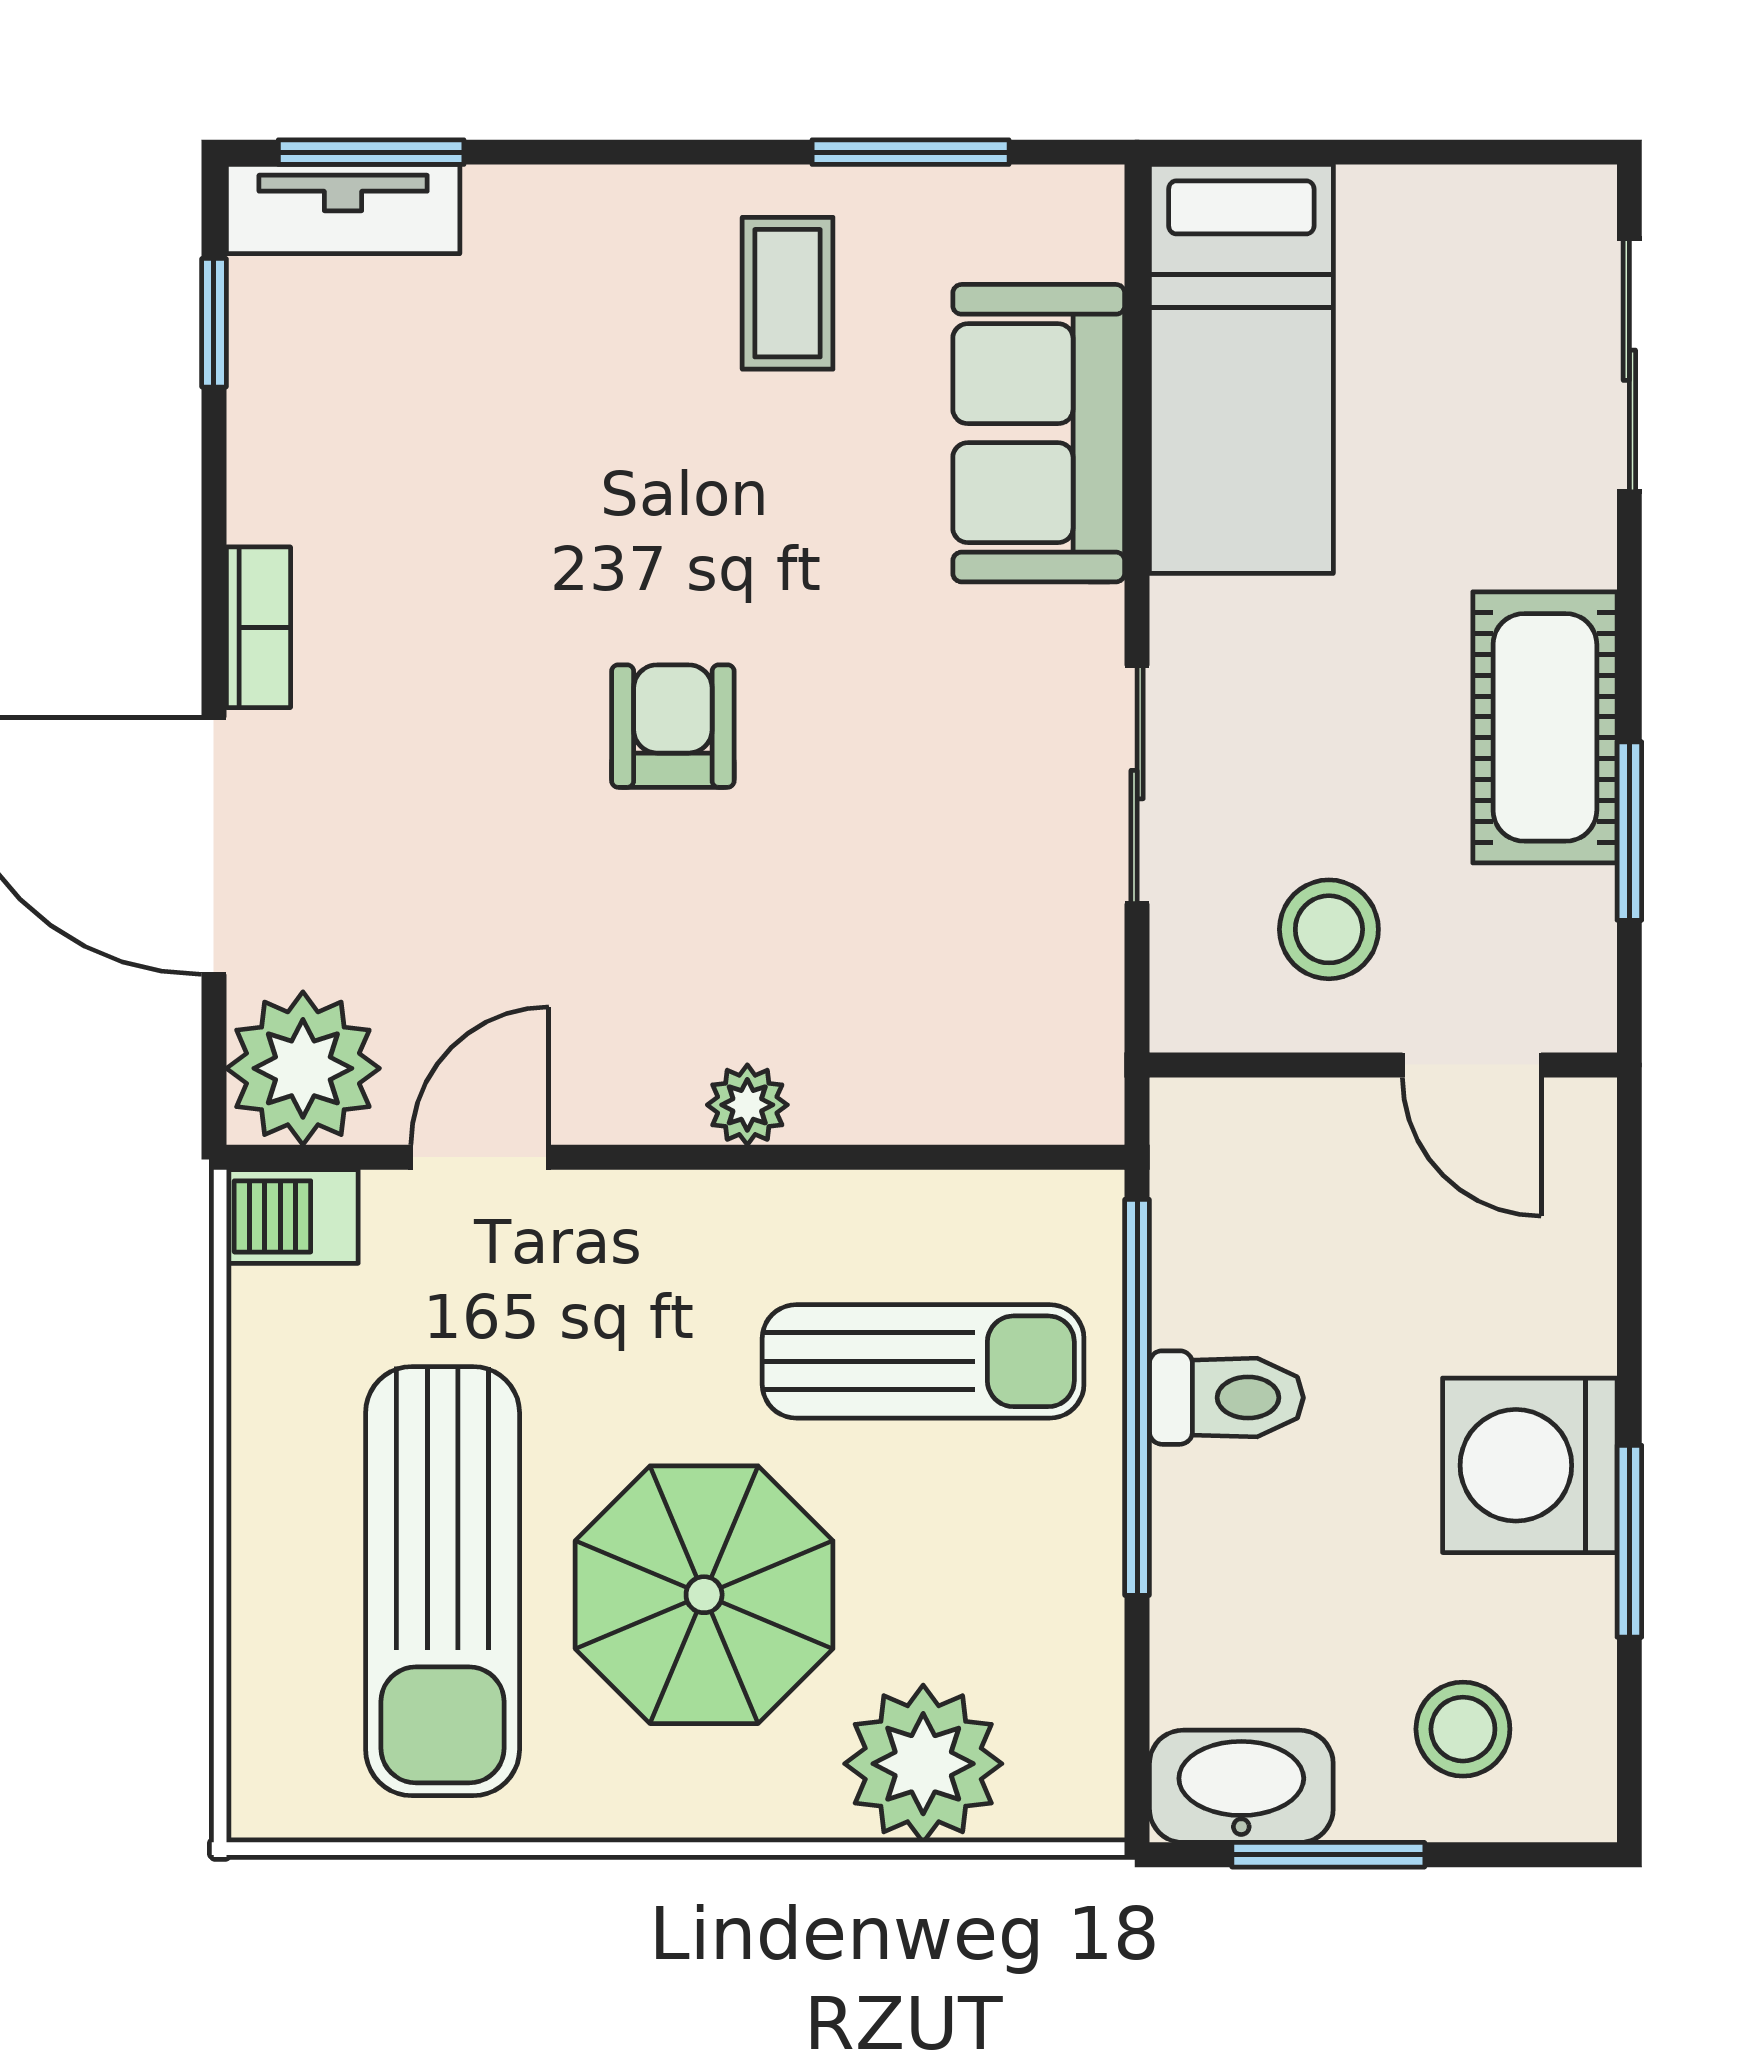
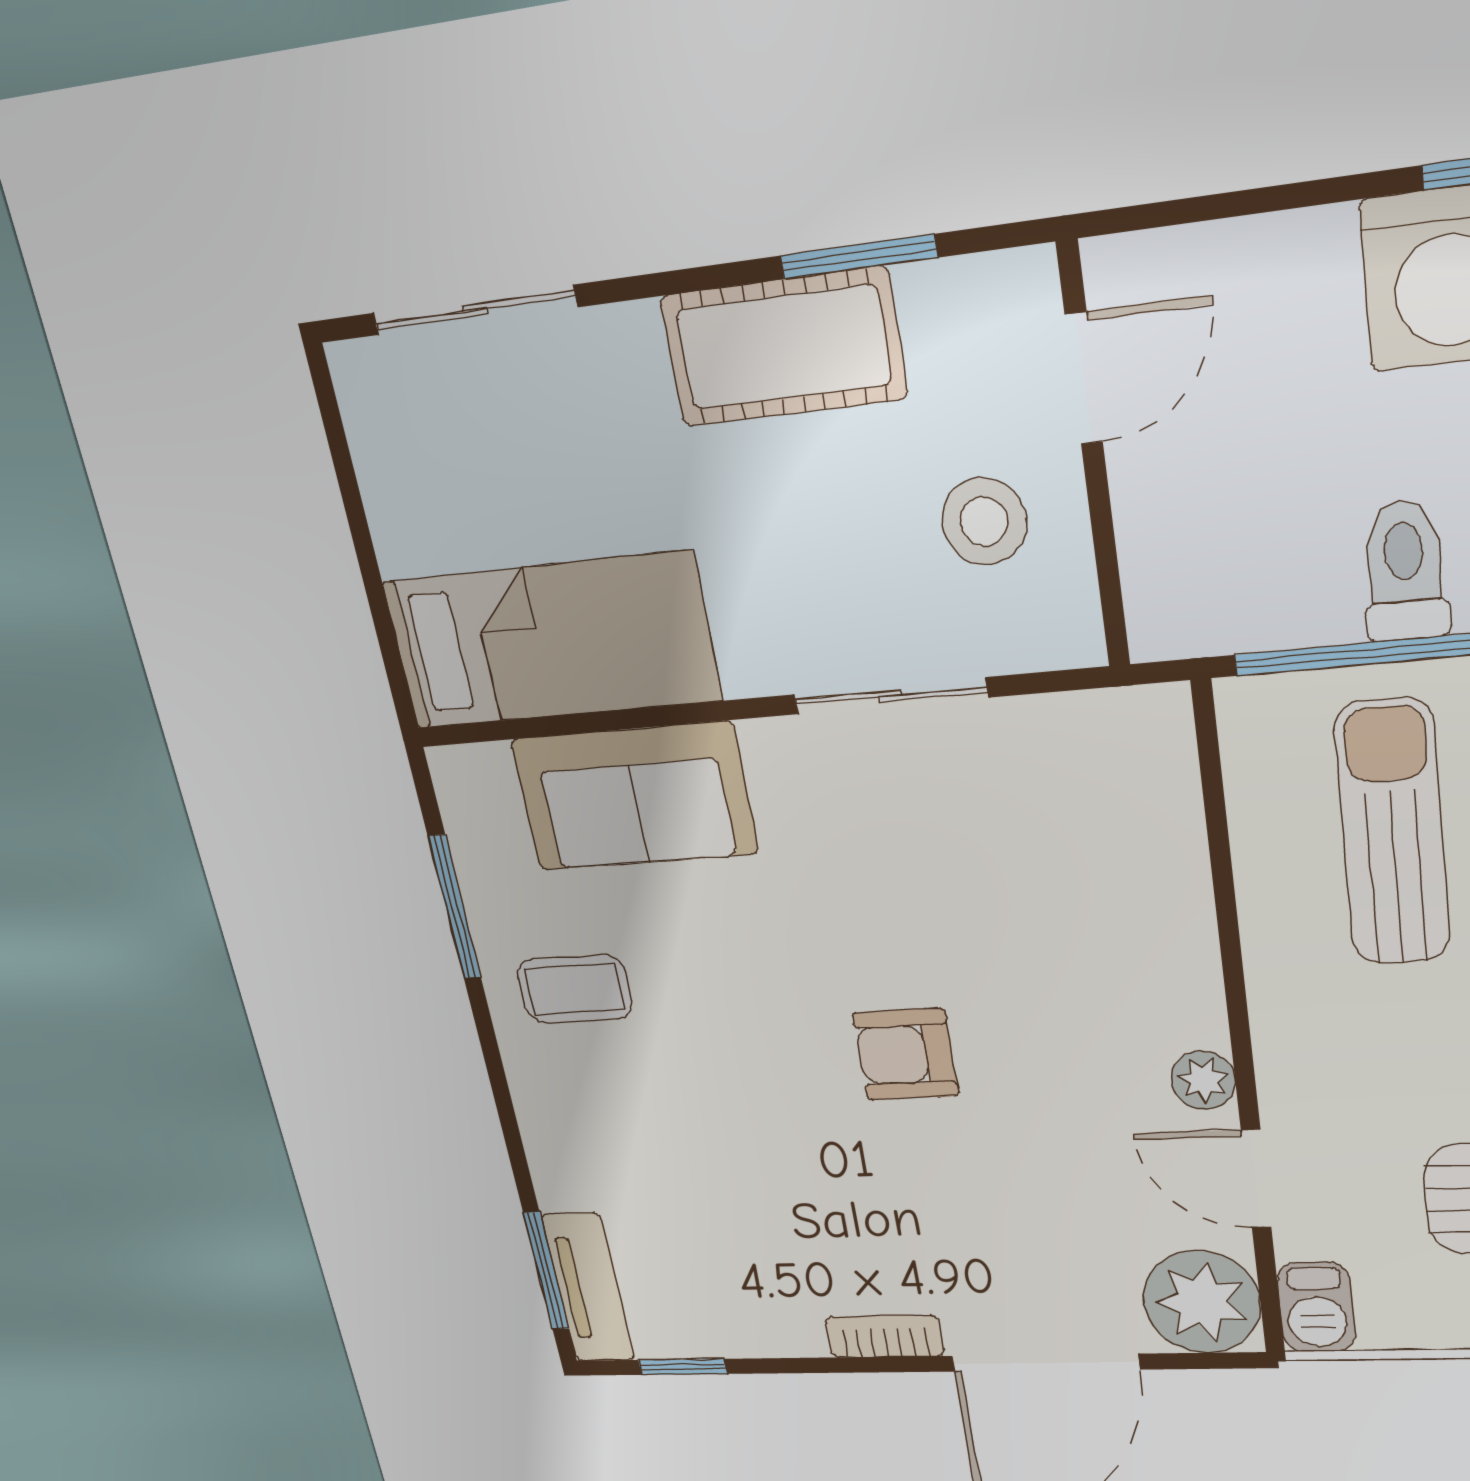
plant: (747, 1105) -> (1203, 1080), moved

